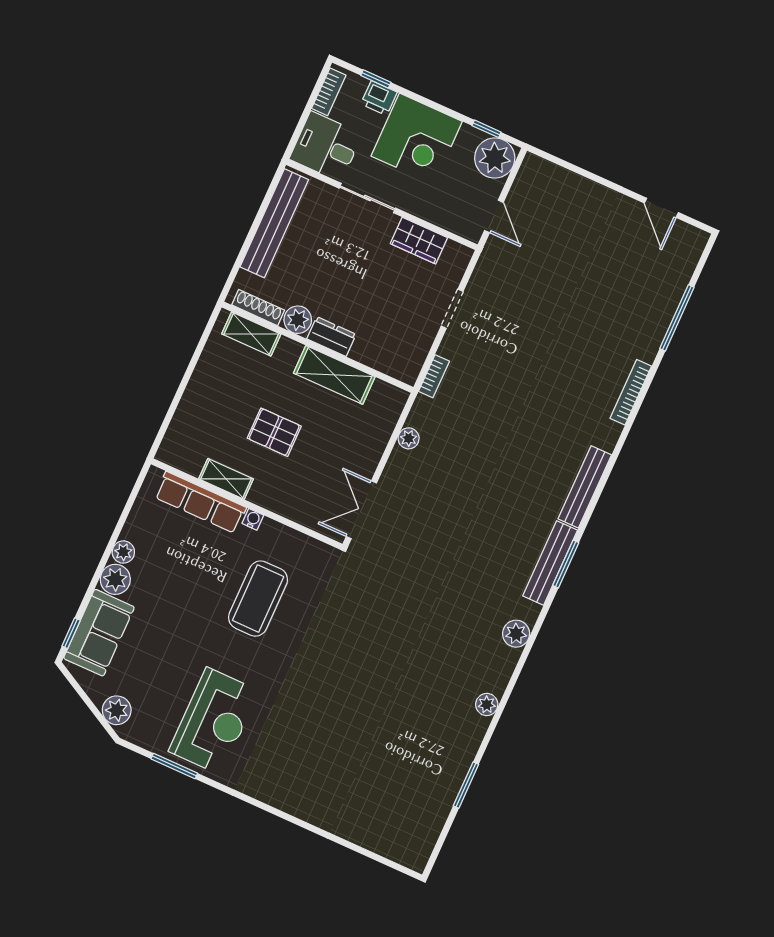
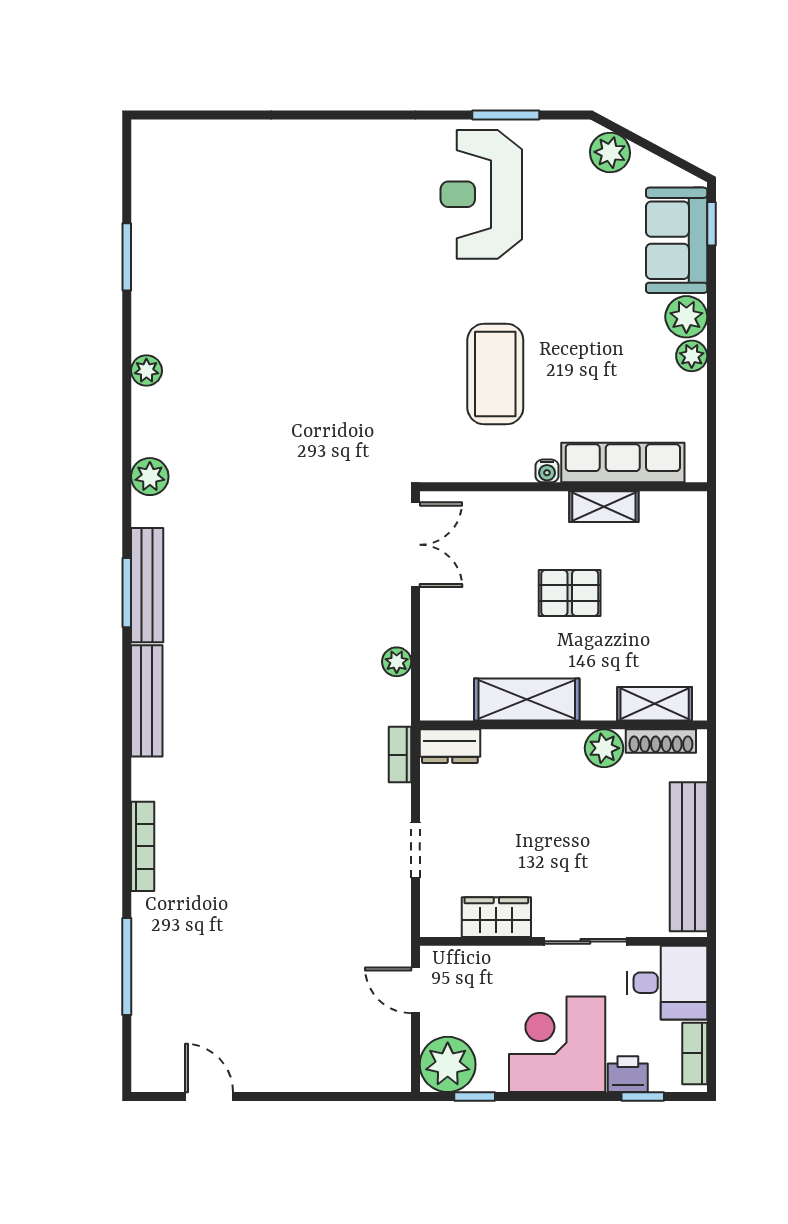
dresser: (331, 337) -> (450, 746), moved

